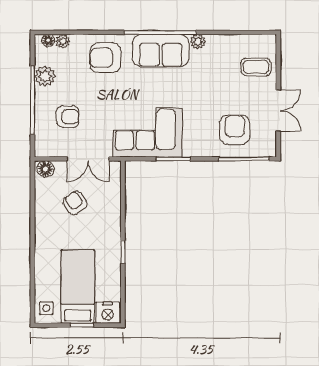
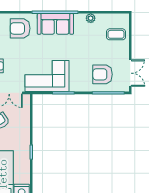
plant: (198, 42) -> (91, 18), moved
double door: (278, 111) -> (130, 73), moved
armchair: (235, 130) -> (103, 74), turned -90

